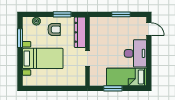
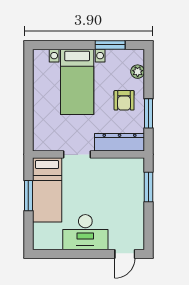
window: (121, 14) -> (149, 187), moved
bed: (126, 77) -> (47, 190), moved, turned 180

